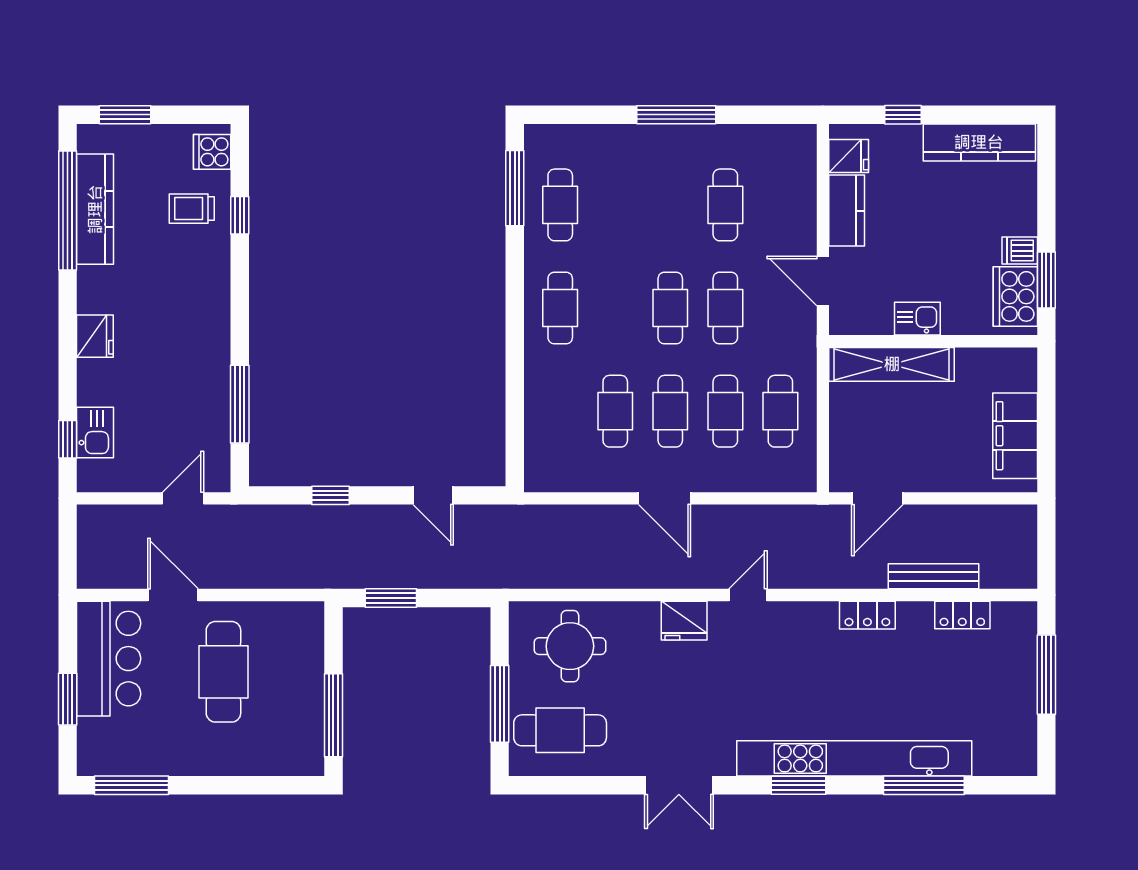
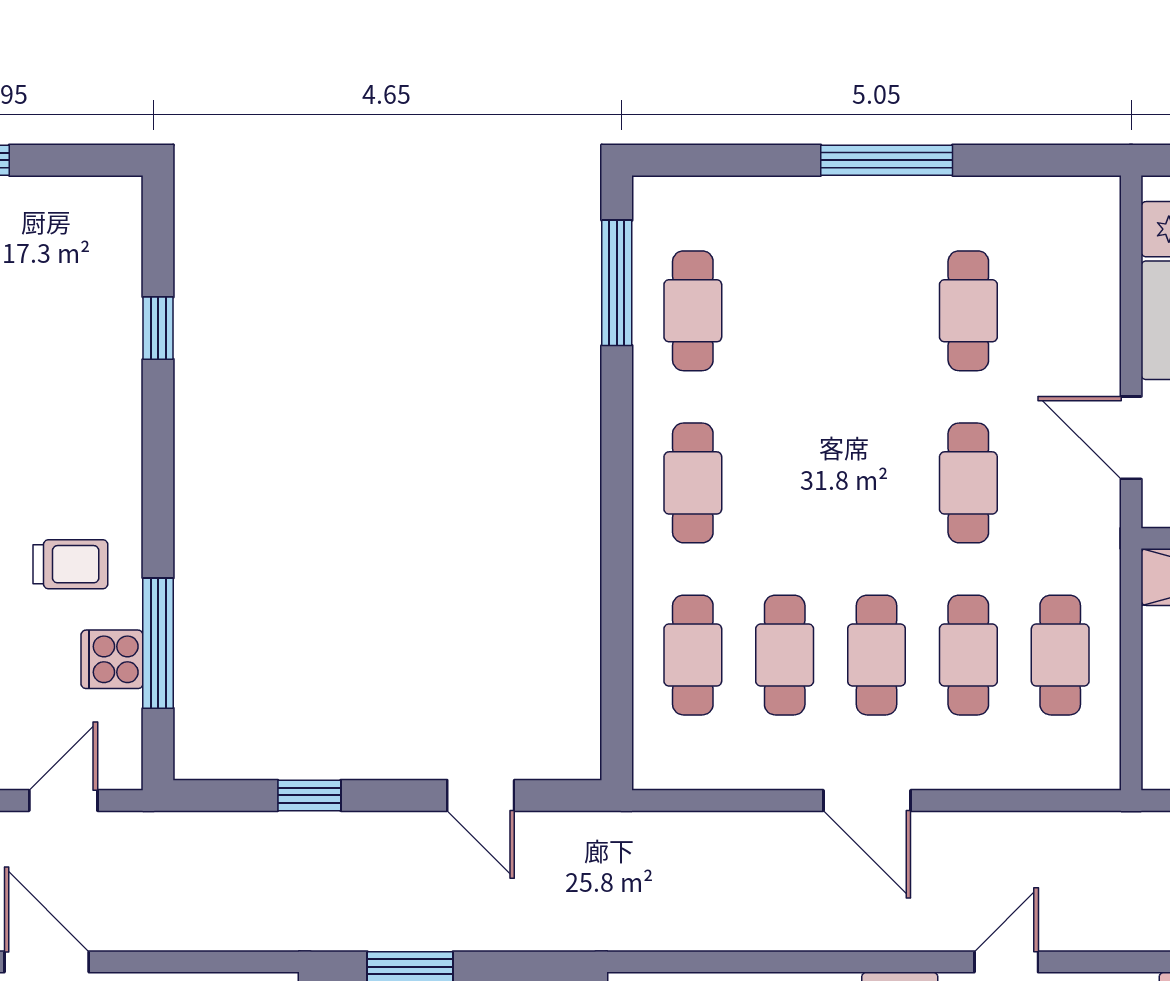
cooker: (212, 152) -> (112, 659), moved
trolley: (192, 209) -> (70, 564), moved, turned 180
cafe table: (670, 308) -> (693, 655), moved

